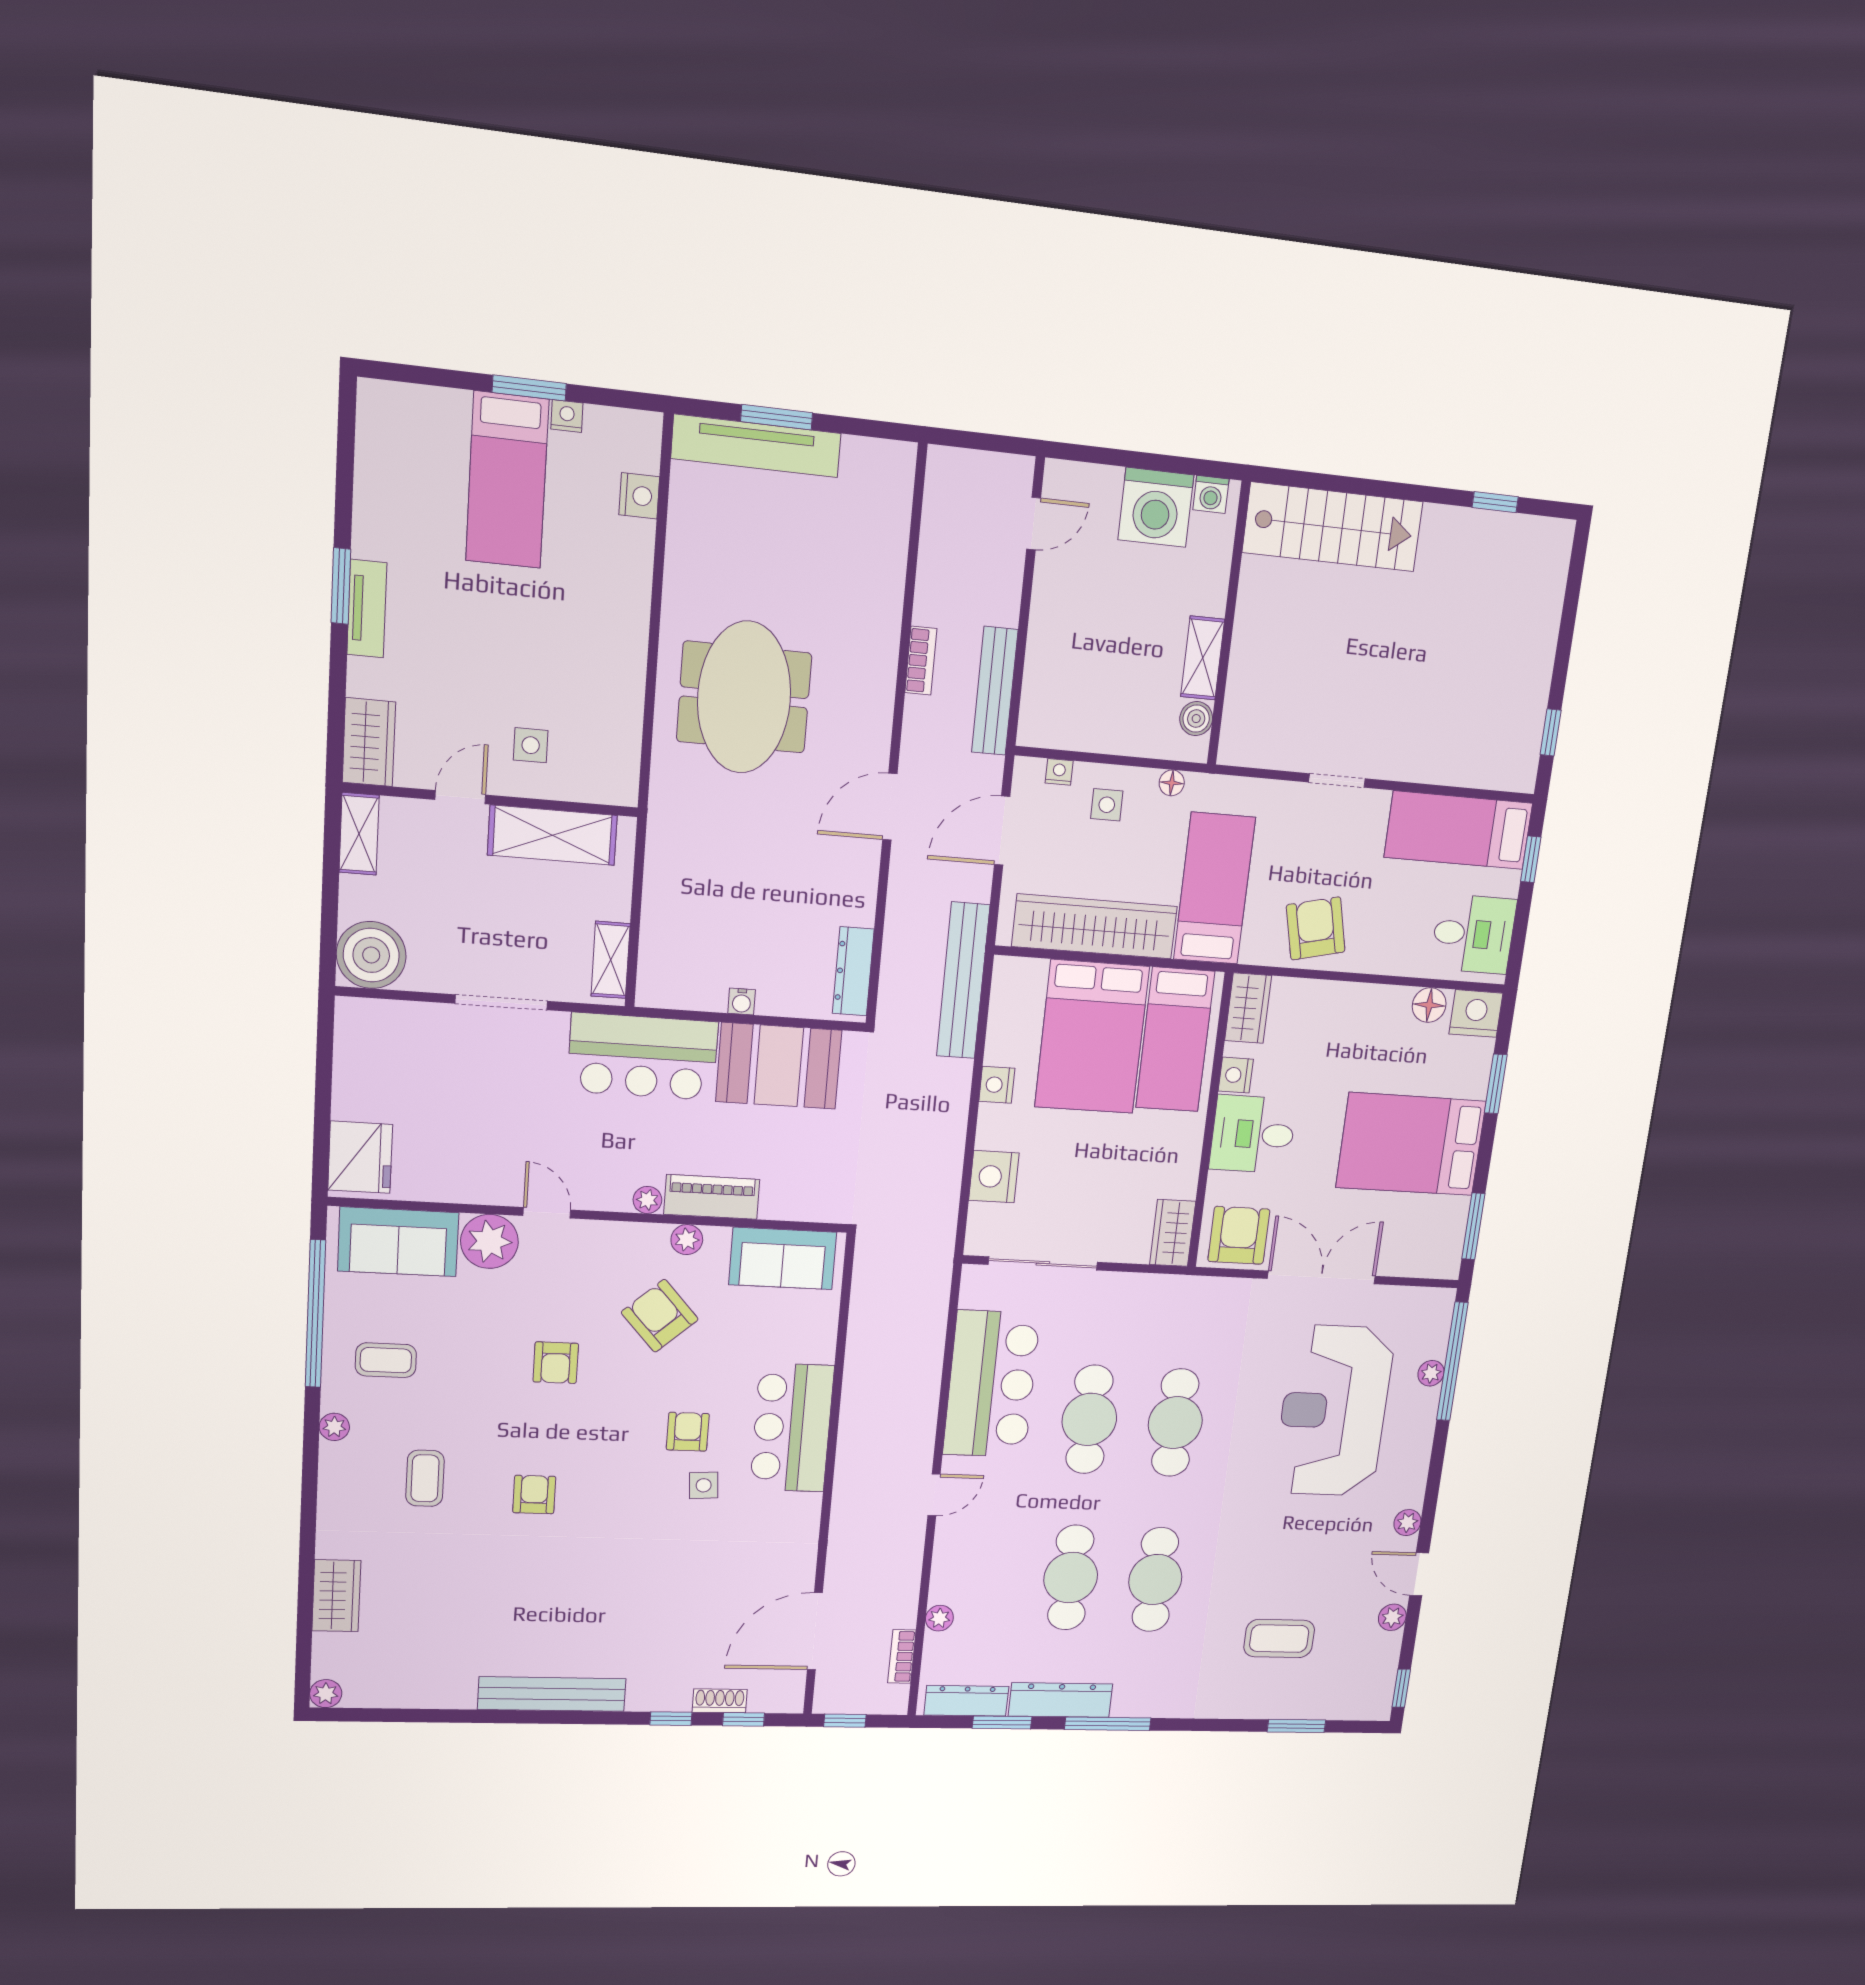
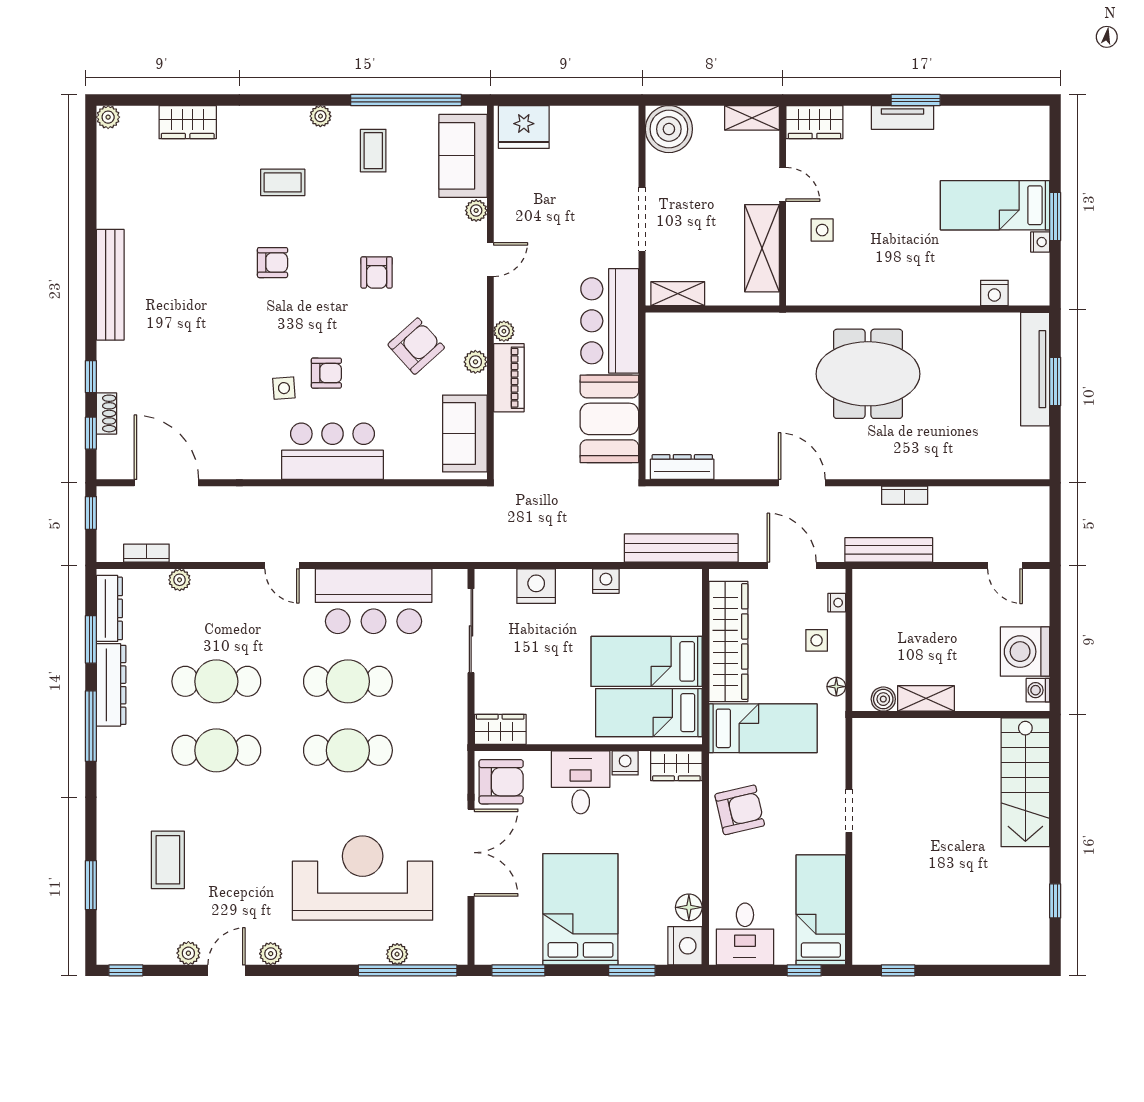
water cooler: (742, 1002) -> (655, 388), removed
bed: (1092, 1037) -> (647, 661), width x0.67
plant: (489, 1241) -> (476, 210), width x0.53, depth x0.53
armchair: (556, 1363) -> (377, 272), turned -90

